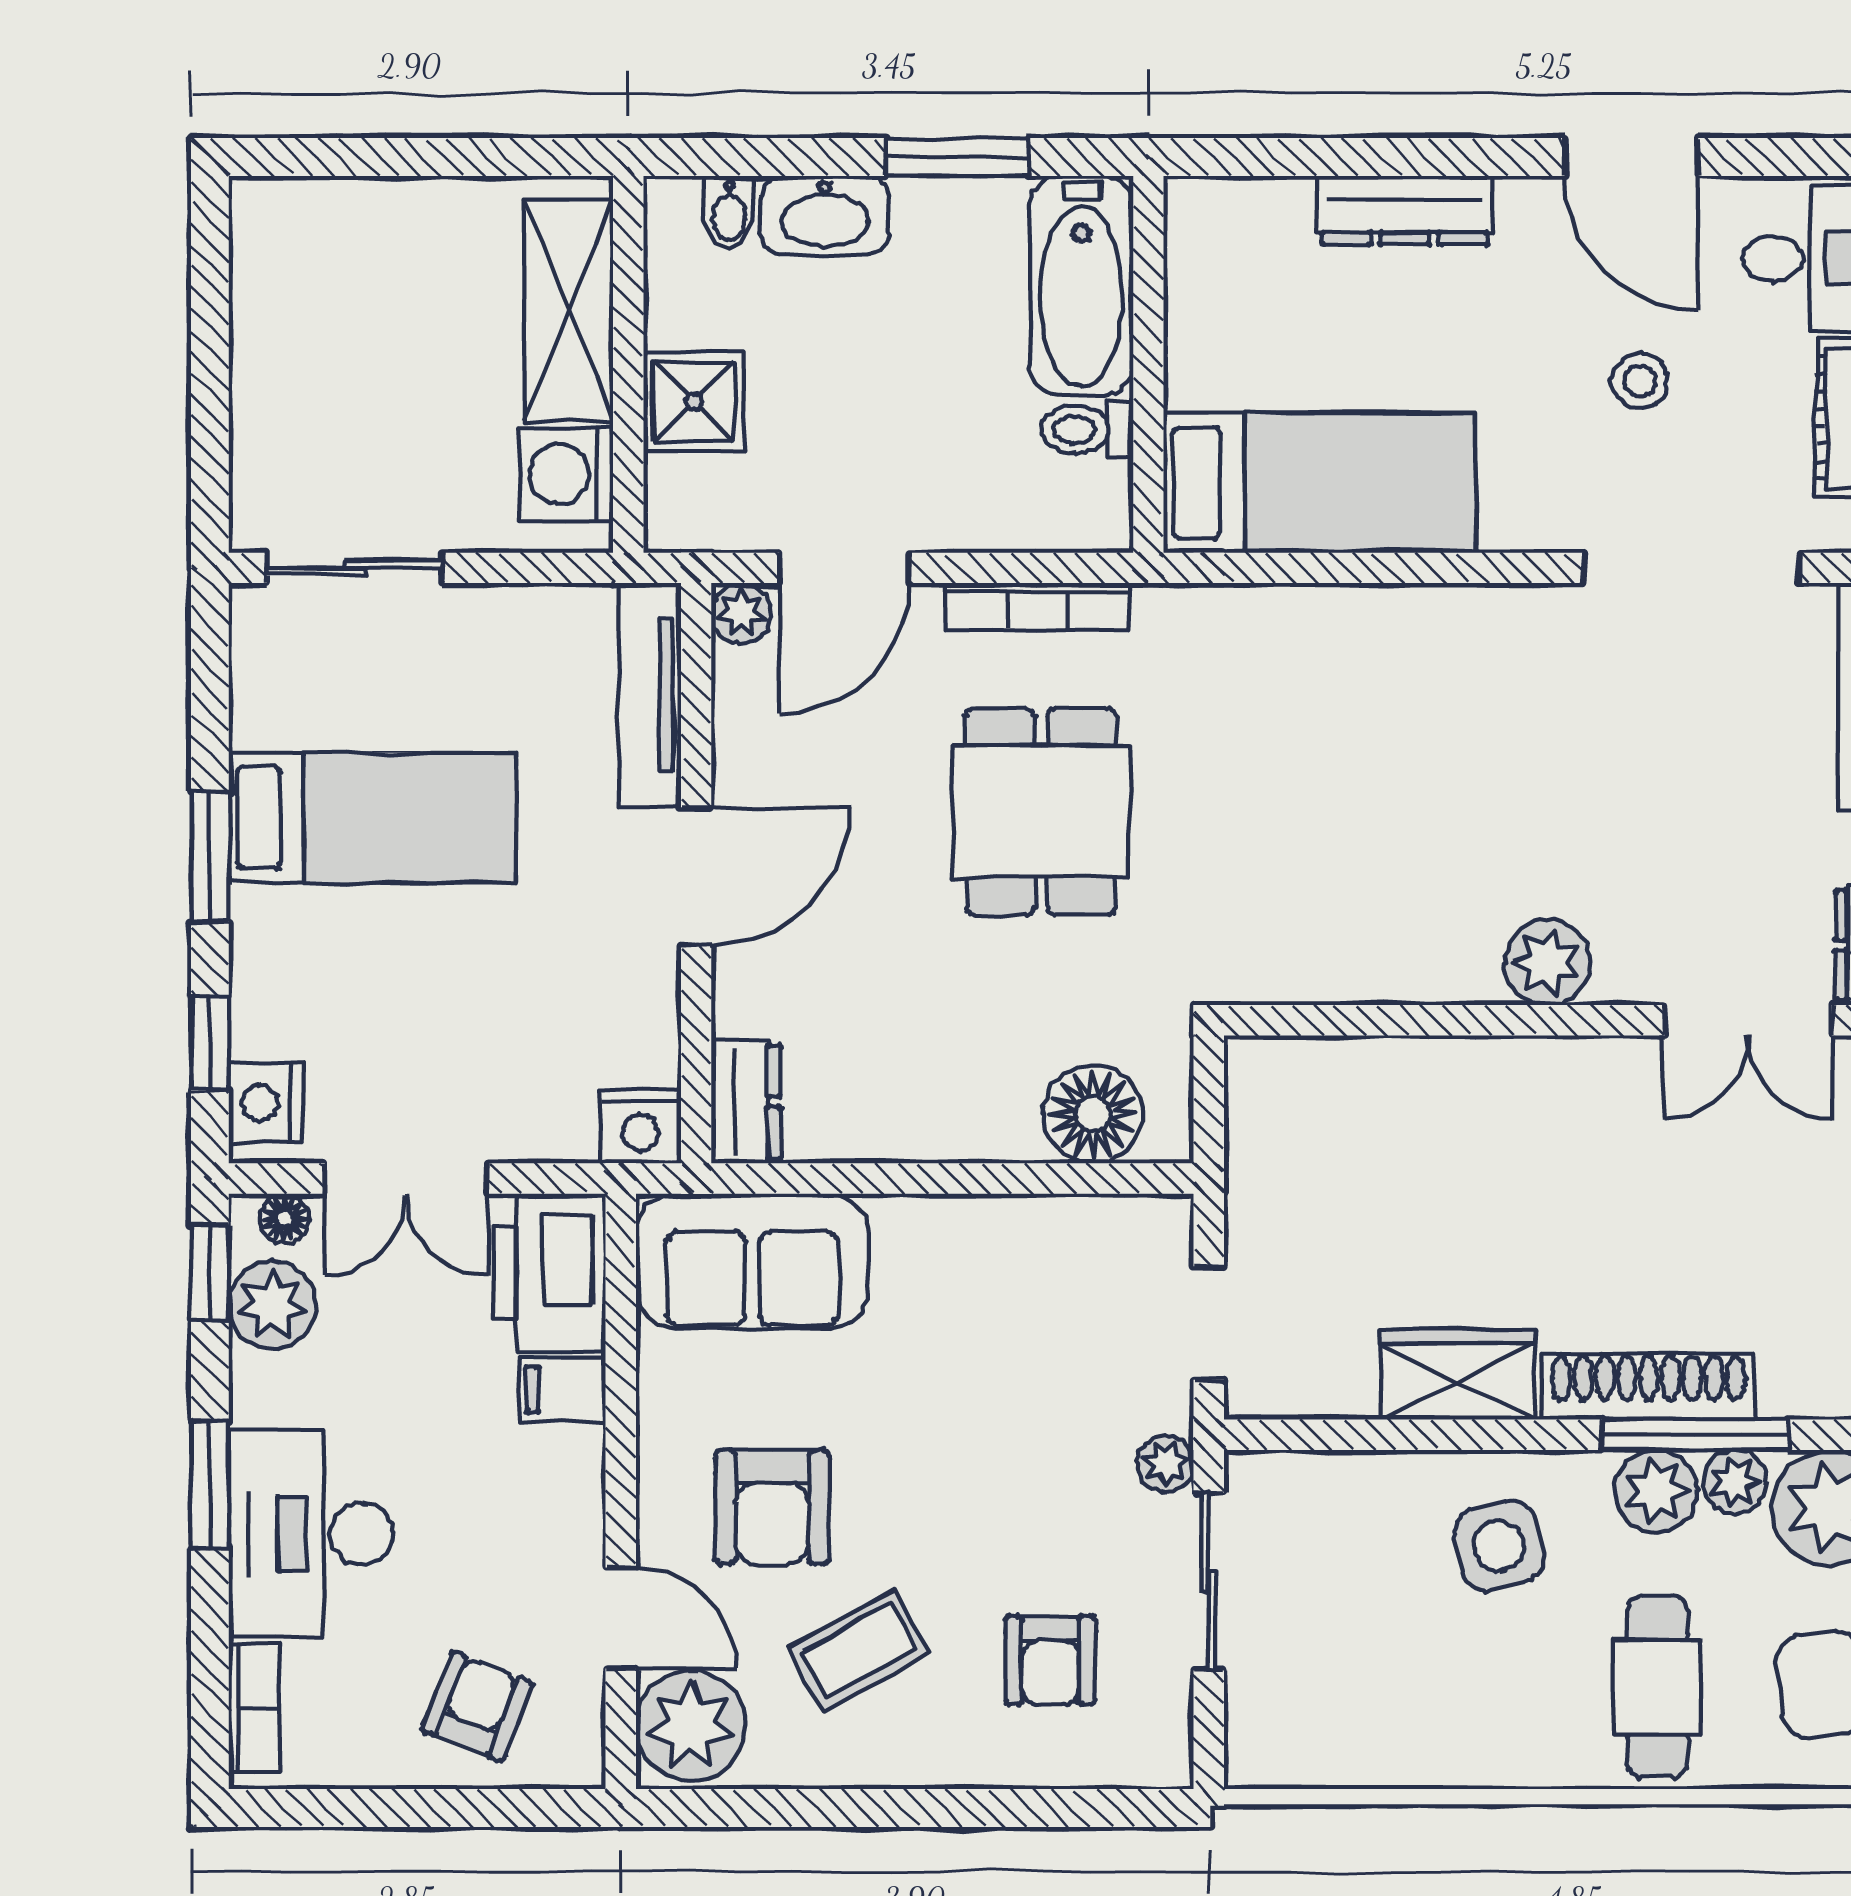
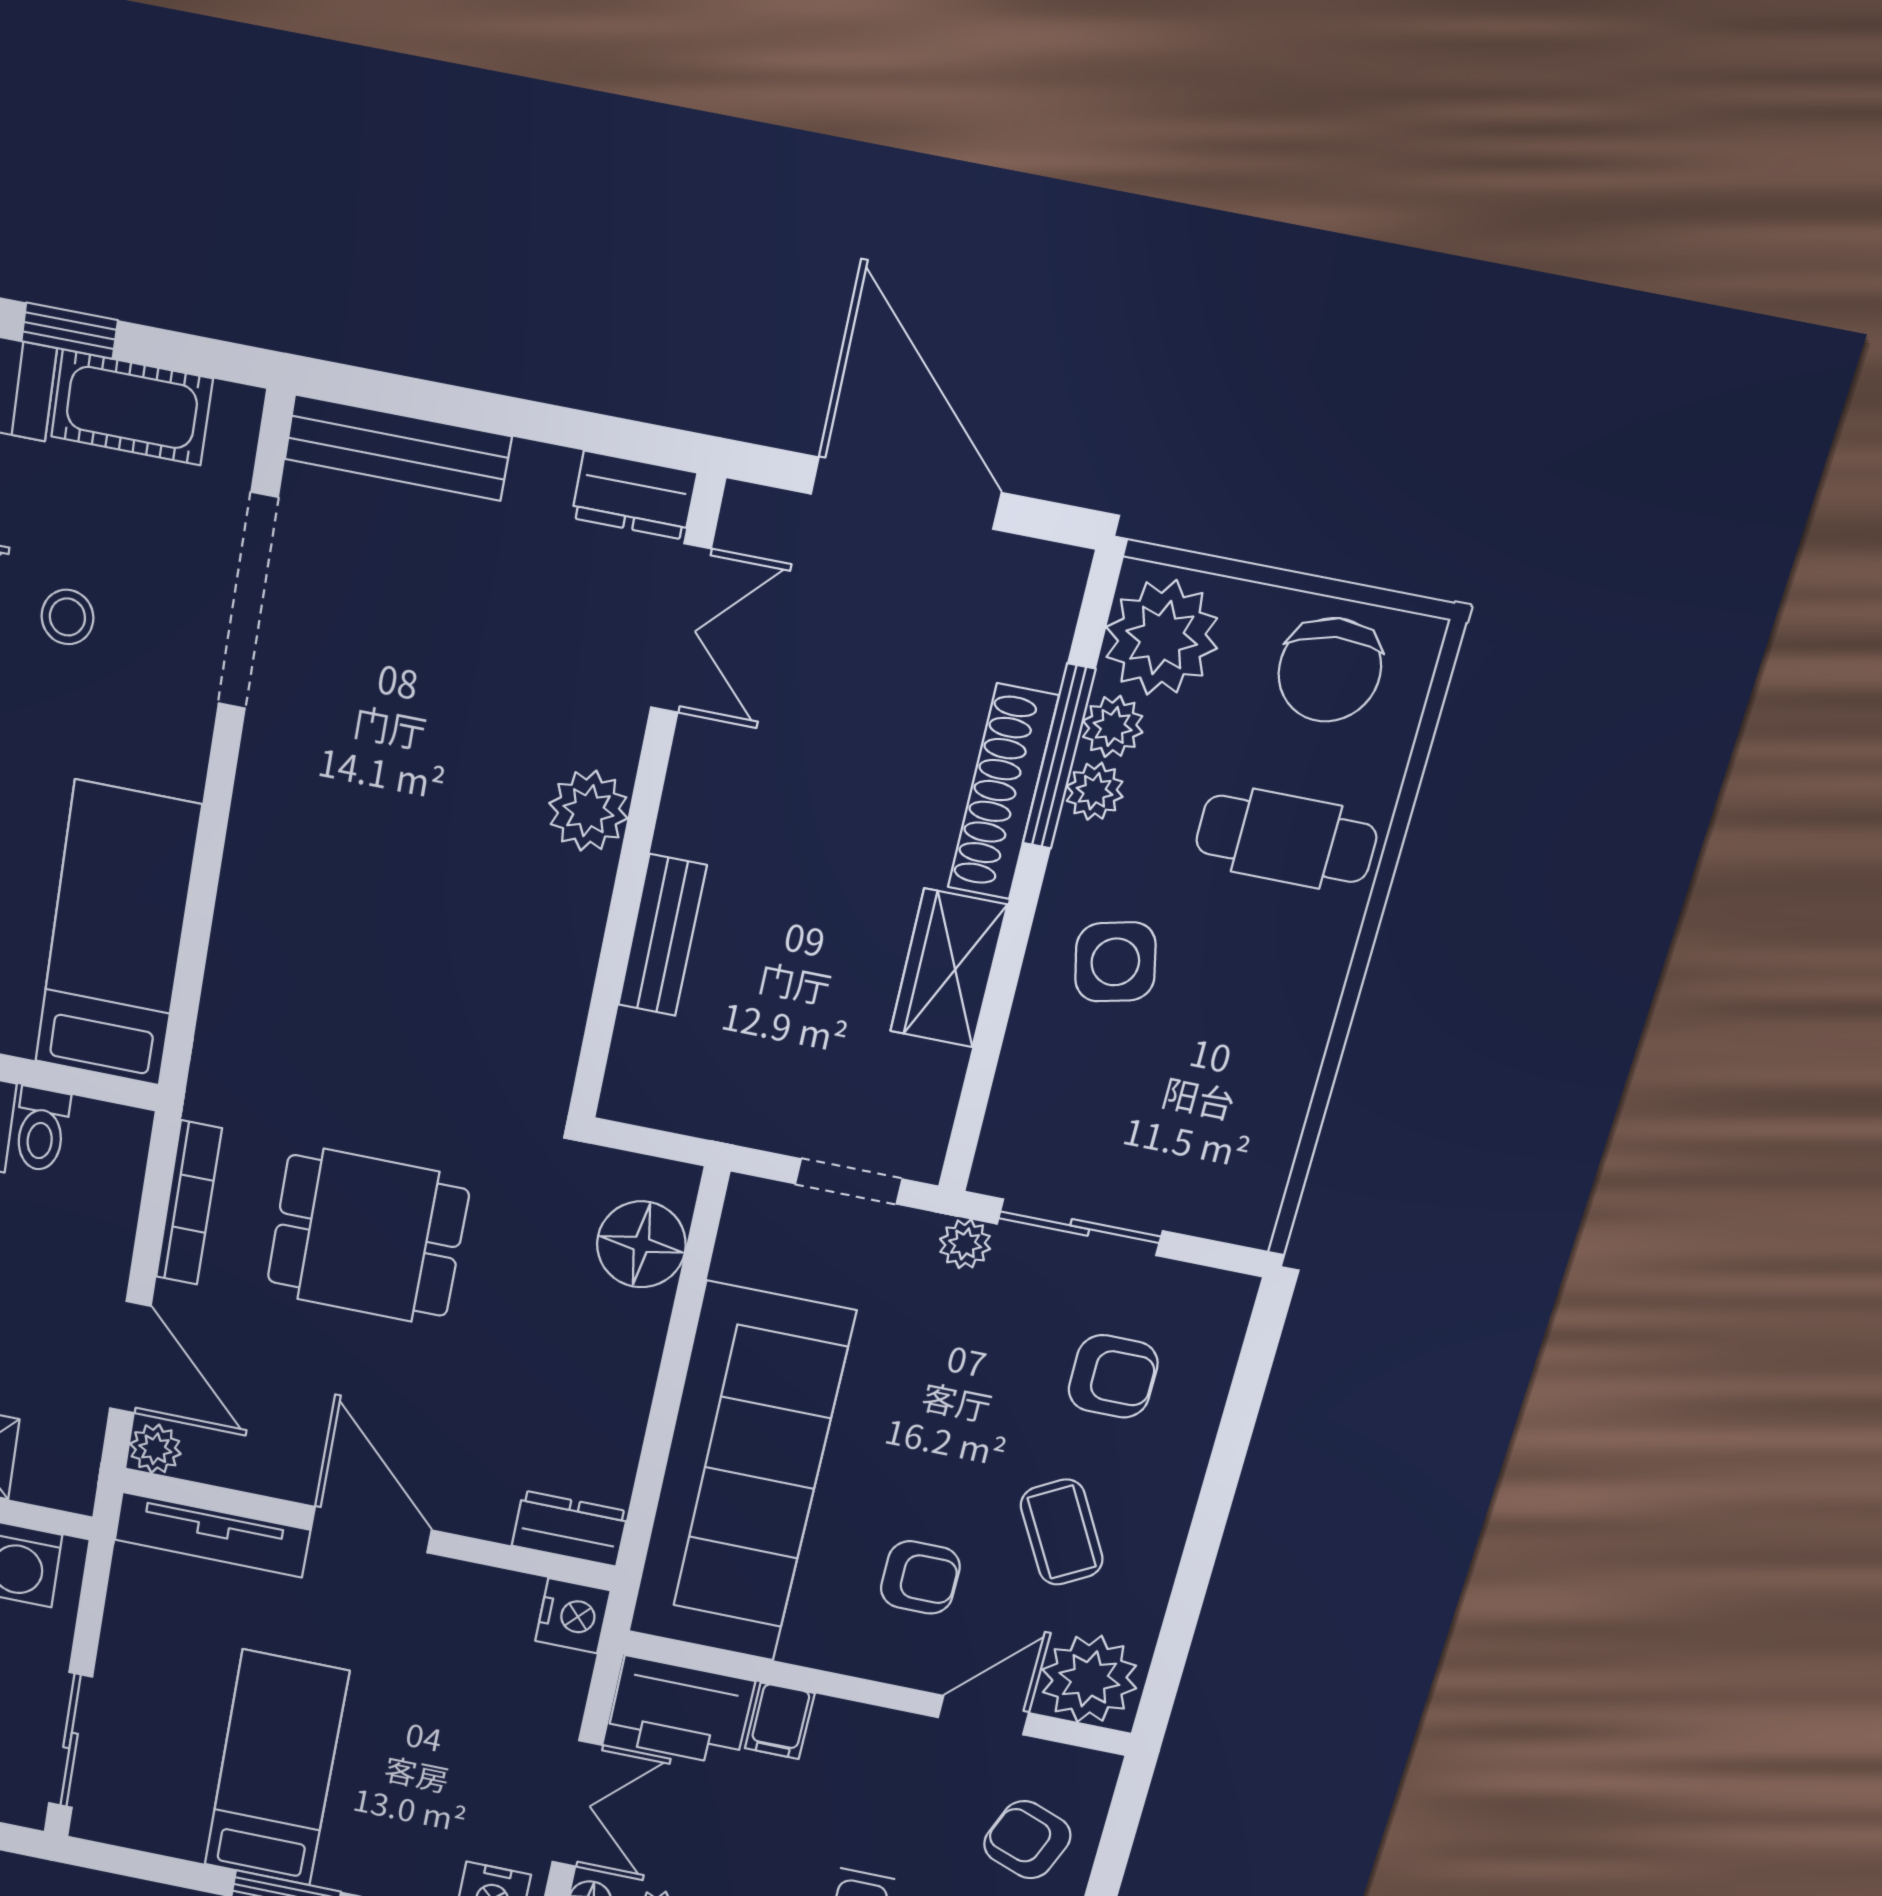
bench: (1433, 1067) -> (662, 935), added
sofa: (752, 1261) -> (740, 1474), width x1.85, depth x1.27
plant: (1656, 1491) -> (1095, 791), width x0.73, depth x0.73
armchair: (772, 1507) -> (920, 1577), width x0.72, depth x0.72

